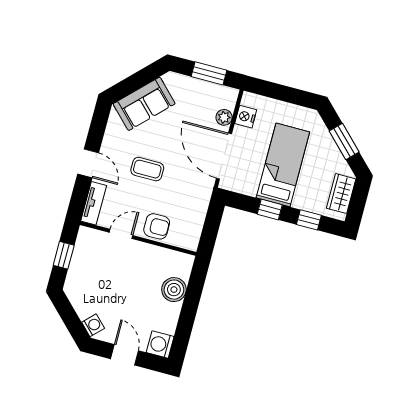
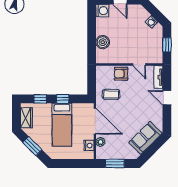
coffee table: (147, 169) -> (111, 94), moved
door: (121, 234) -> (139, 65), hinge flipped
washing machine: (93, 325) -> (152, 22), moved

